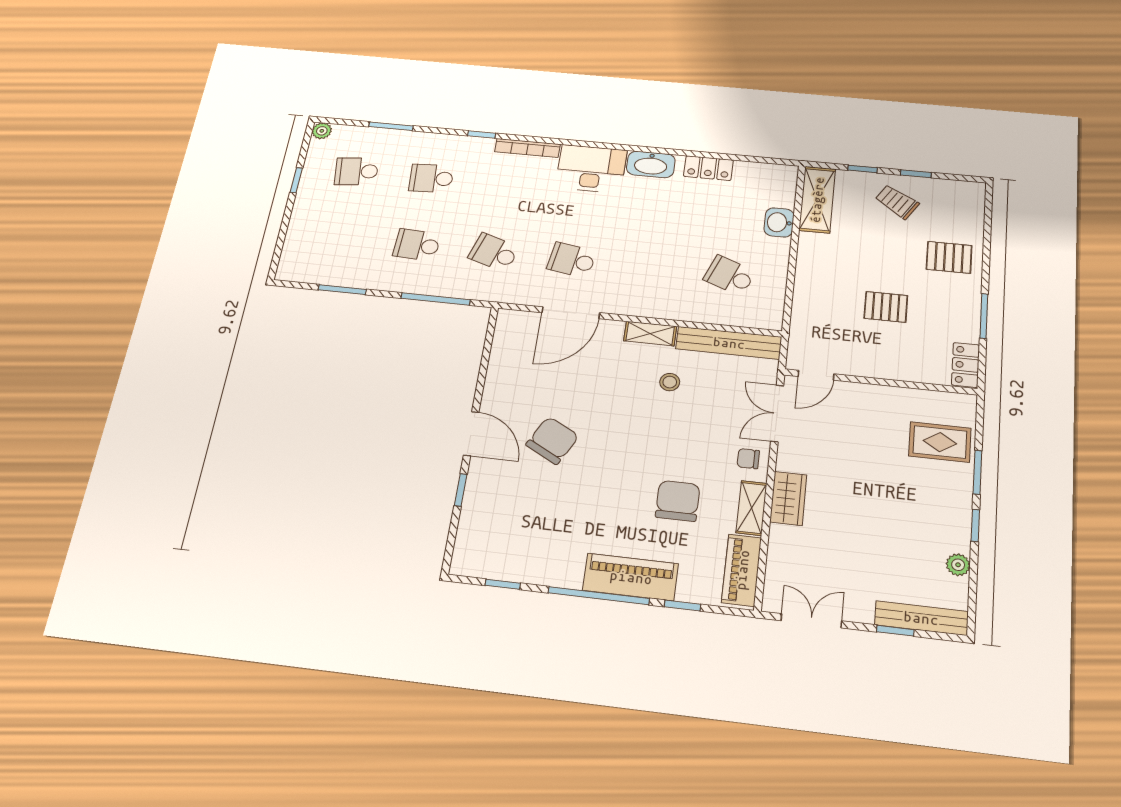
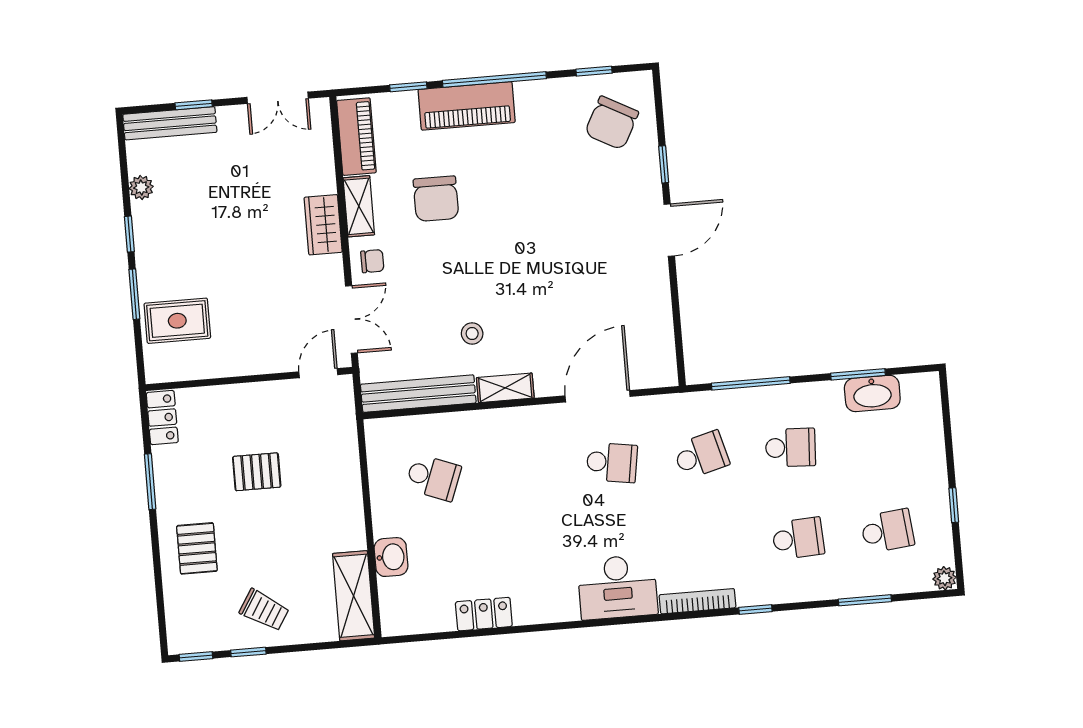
washbasin: (651, 164) -> (872, 393), moved, turned 180
window: (863, 169) -> (196, 656), moved
school desk: (494, 252) -> (701, 455), turned -33
pallet: (949, 257) -> (197, 548), turned 90
door: (471, 434) -> (669, 230), swing flipped
chair: (552, 440) -> (612, 123), moved

